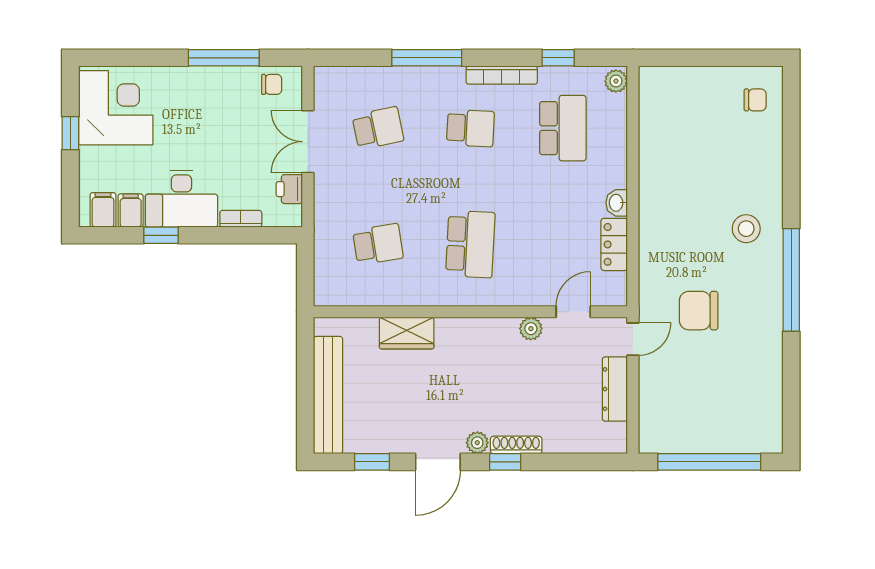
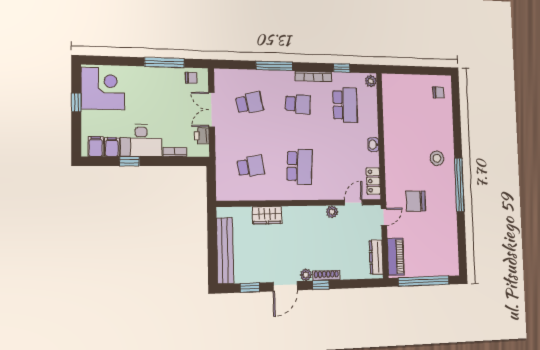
locker: (614, 244) -> (373, 181), moved
dresser: (615, 389) -> (376, 257), moved
piano: (654, 415) -> (396, 257), added

